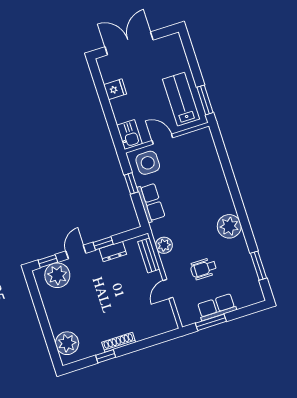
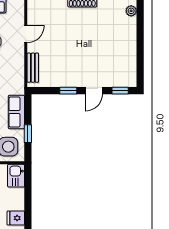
plant: (164, 245) -> (17, 72), removed
dresser: (113, 252) -> (62, 81), removed
plant: (57, 275) -> (116, 76), removed
plant: (67, 343) -> (131, 11), width x0.53, depth x0.53

